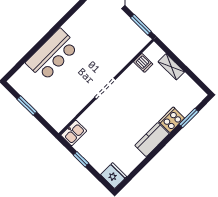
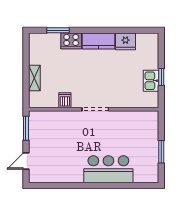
dishwasher: (143, 63) -> (65, 100), moved
kitchen sink: (74, 133) -> (151, 81), moved, turned -90
fridge: (114, 176) -> (125, 41), moved, turned -90

